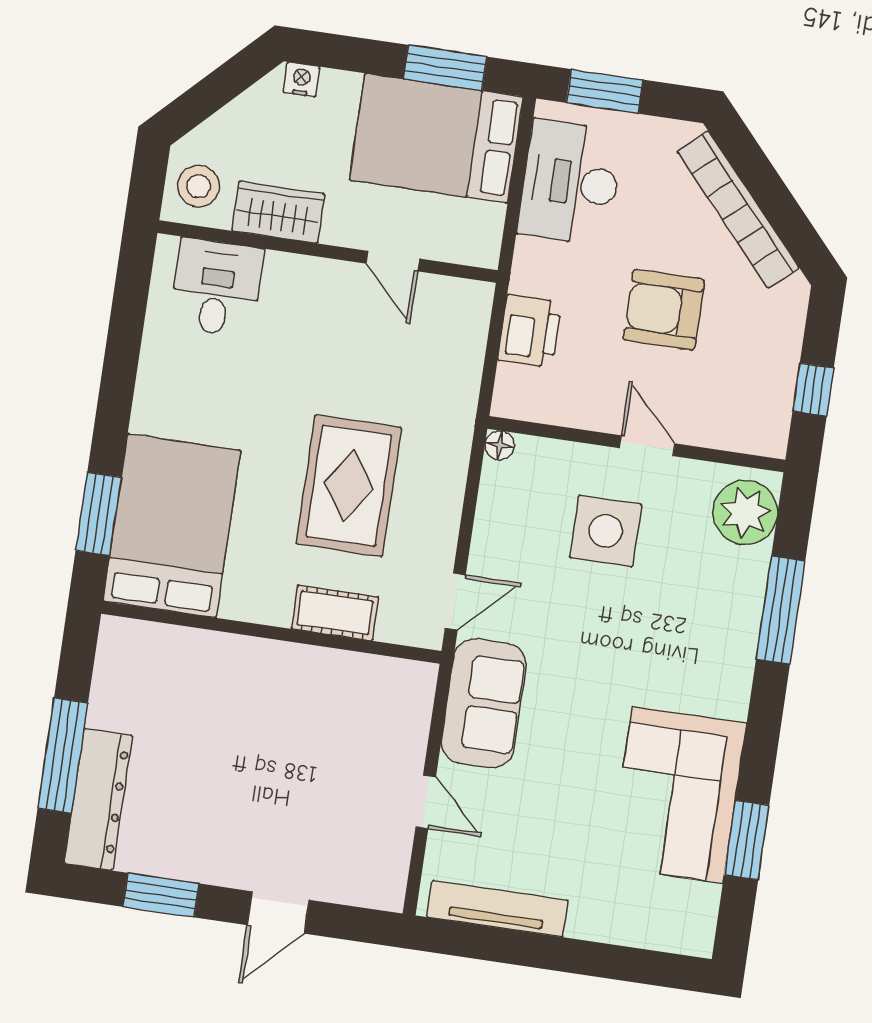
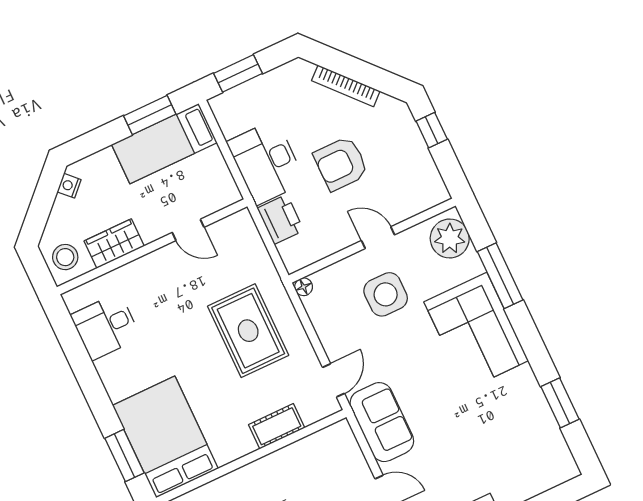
nightstand: (301, 79) -> (69, 186), moved, turned -45
bed: (436, 138) -> (164, 144), width x0.67
desk: (570, 182) -> (266, 162), moved
bookcase: (738, 210) -> (346, 86), width x0.68, depth x0.76
desk: (217, 288) -> (106, 326), moved, turned -90
window: (813, 389) -> (432, 130), moved
rug: (349, 486) -> (248, 331), moved
corner sofa: (678, 795) -> (476, 331), moved

